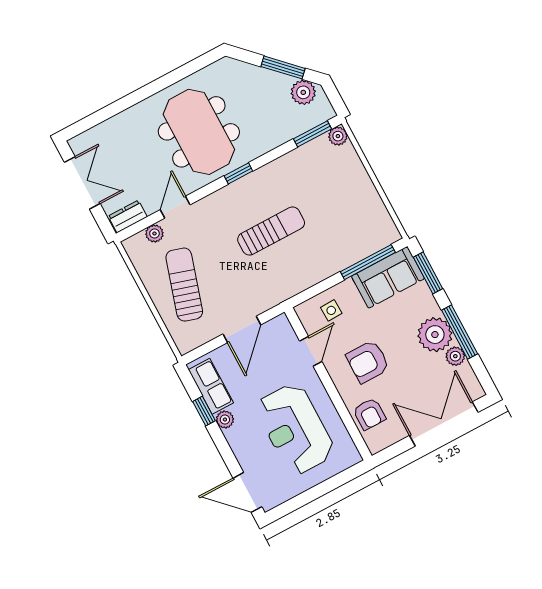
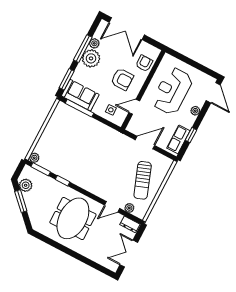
window: (238, 173) -> (63, 181), moved
sun lounger: (271, 231) -> (94, 159), removed
sun lounger: (184, 285) -> (143, 180), turned -37
plant: (225, 420) -> (195, 111), moved
reception desk: (295, 429) -> (172, 91), turned 180

